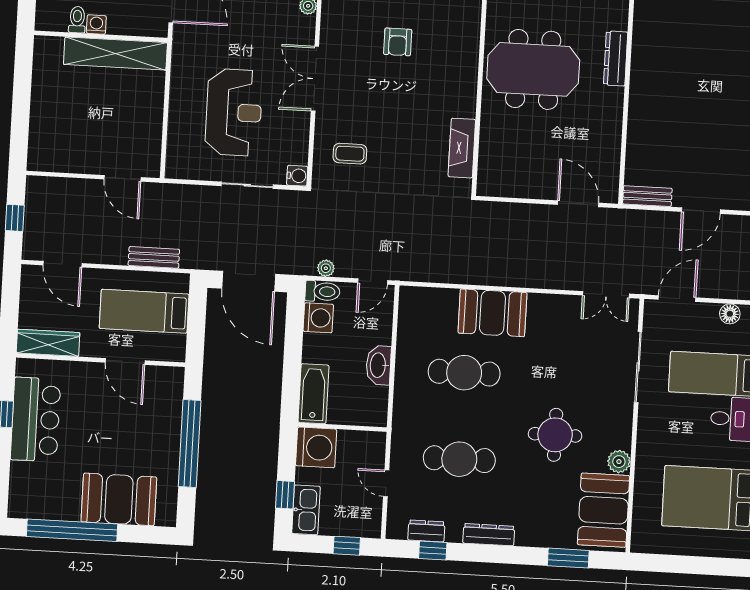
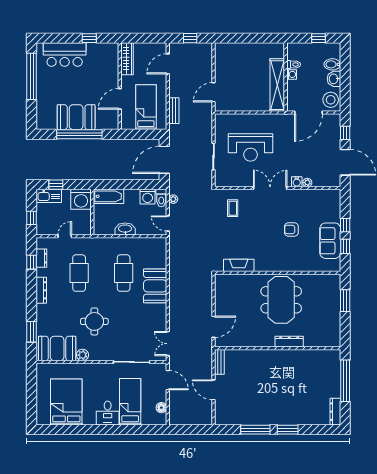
water cooler: (297, 176) -> (297, 182), moved
bar counter: (36, 419) -> (65, 55), moved
booth: (119, 499) -> (76, 117), moved, turned 90

